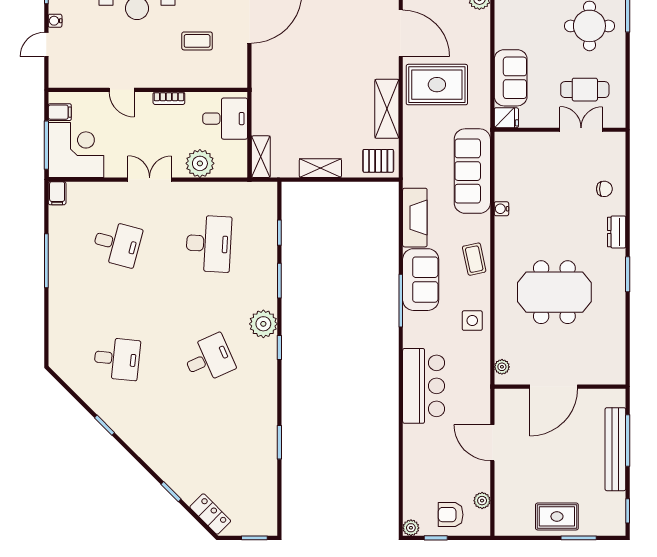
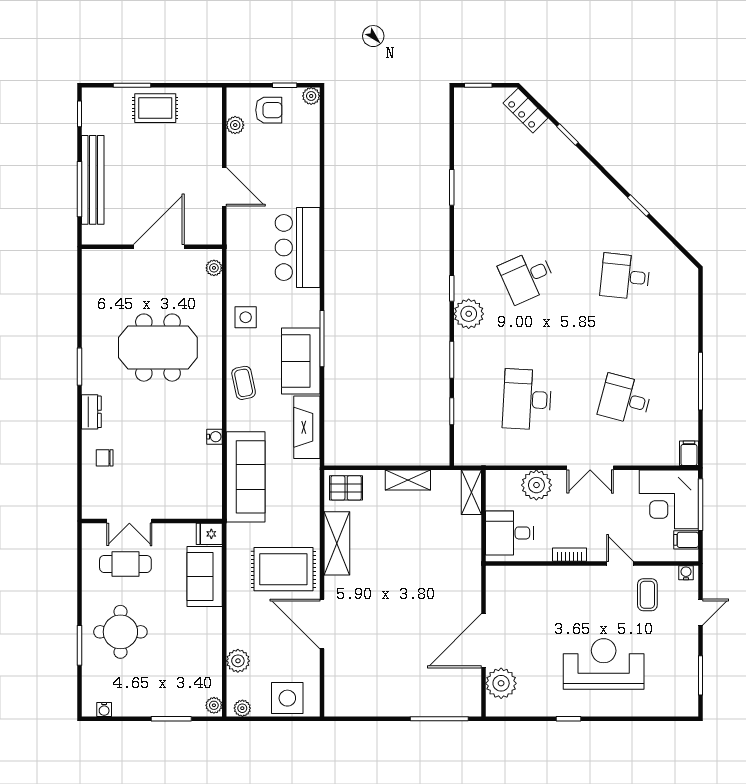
water cooler: (55, 21) -> (686, 573), moved, turned -90
coffee table: (197, 41) -> (647, 595), moved, turned 90

